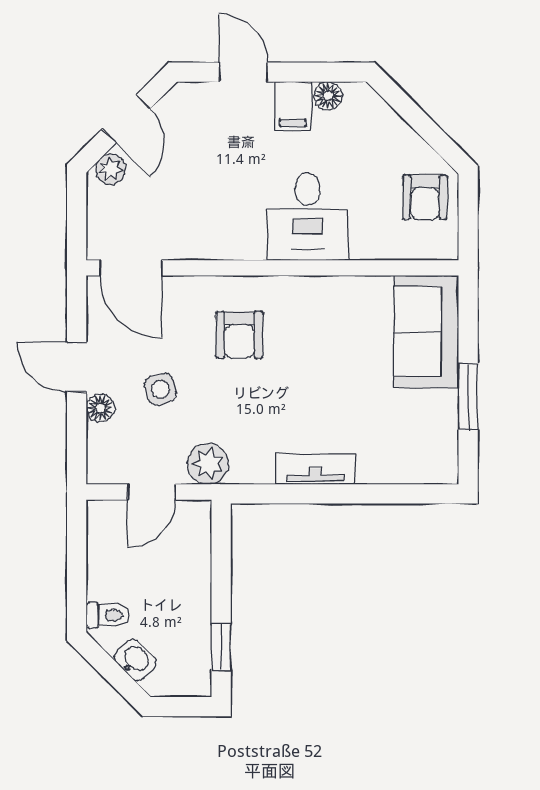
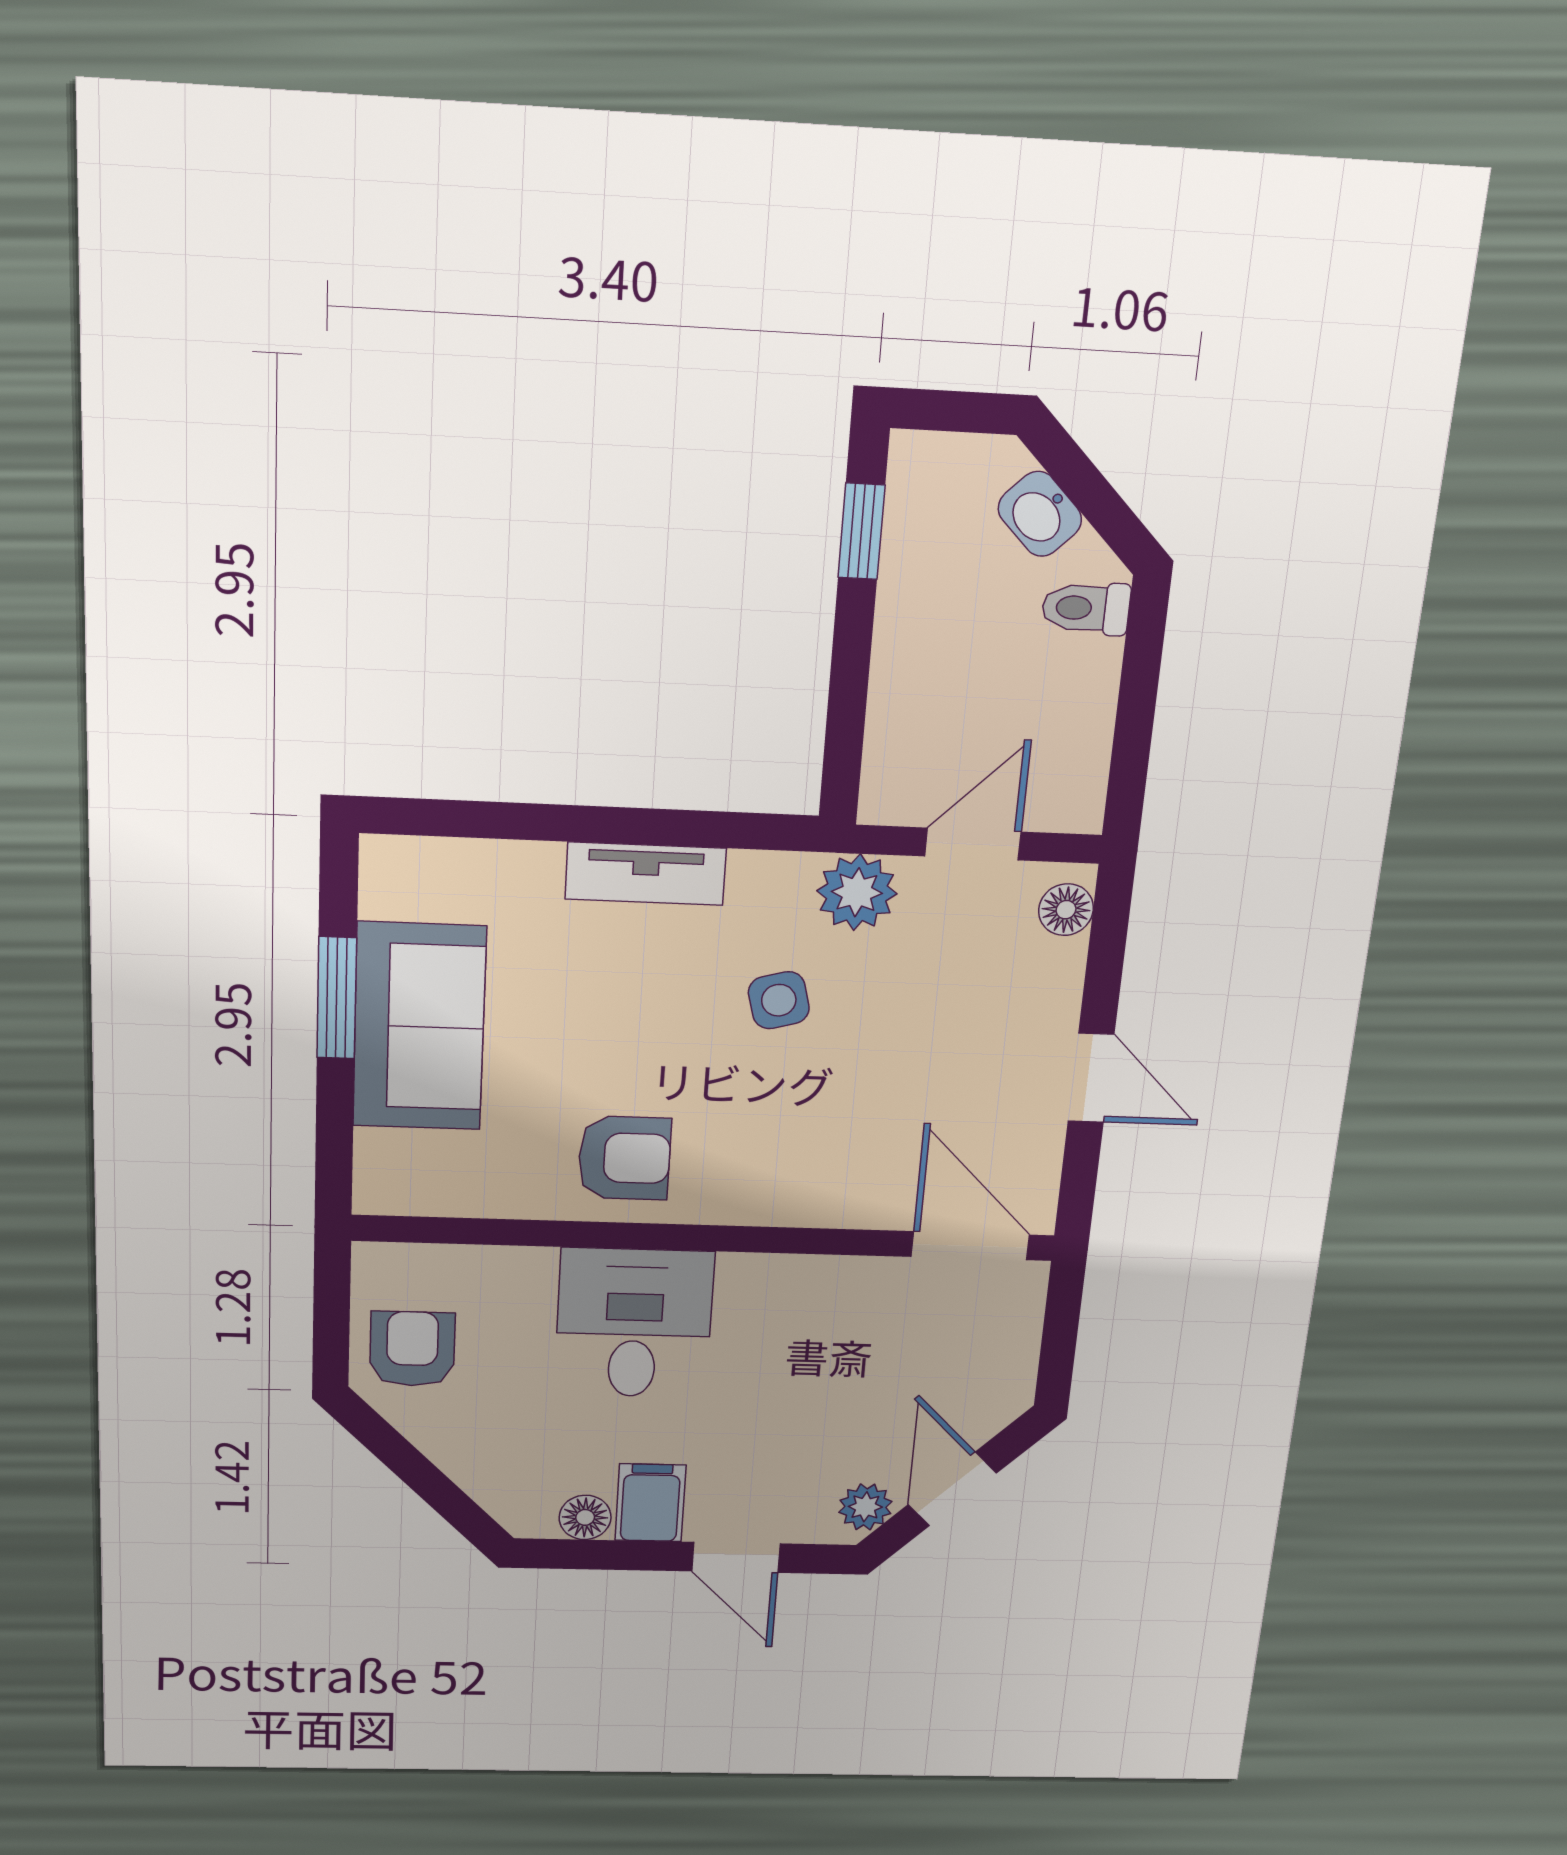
plant: (111, 169) -> (865, 1507), moved
sofa: (426, 331) -> (419, 1027), moved
armchair: (239, 335) -> (624, 1158), moved, turned 90
side table: (160, 389) -> (779, 1000), moved
floor lamp: (100, 408) -> (1066, 910), moved

